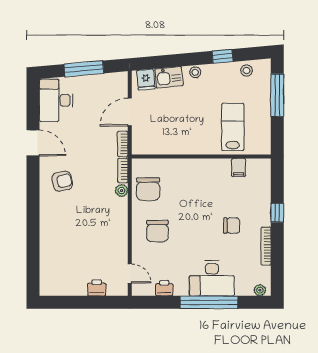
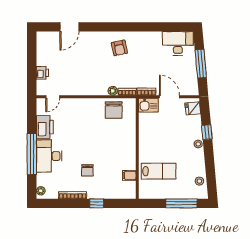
window: (222, 56) -> (207, 132), moved
kitchen sink: (169, 77) -> (148, 105), moved, turned -85
door: (33, 143) -> (69, 27), moved
chair: (148, 189) -> (114, 110), turned -90
chair: (157, 231) -> (83, 117), removed
printer: (164, 288) -> (45, 127), width x1.87, depth x1.48

